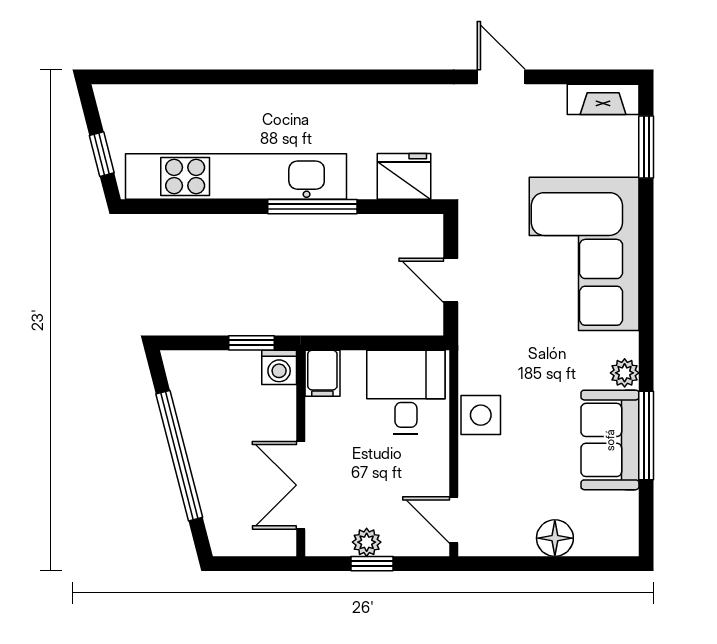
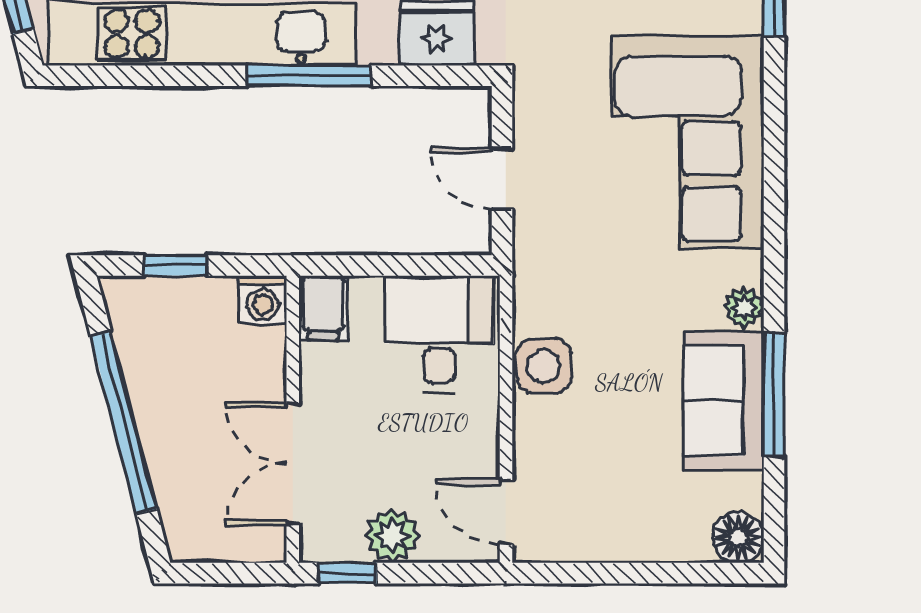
window: (252, 343) -> (175, 266), moved
floor lamp: (555, 538) -> (738, 537), moved
plant: (367, 542) -> (392, 536), width x1.38, depth x1.38
window: (372, 564) -> (347, 573), moved

